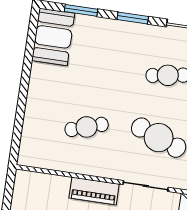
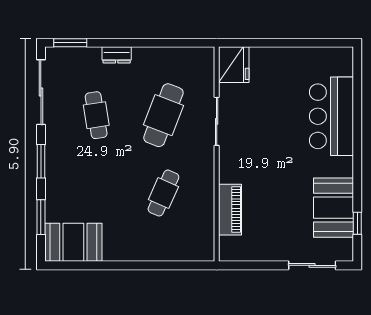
cafe table: (87, 127) -> (163, 193), turned 42
piano: (94, 191) -> (230, 210), moved

